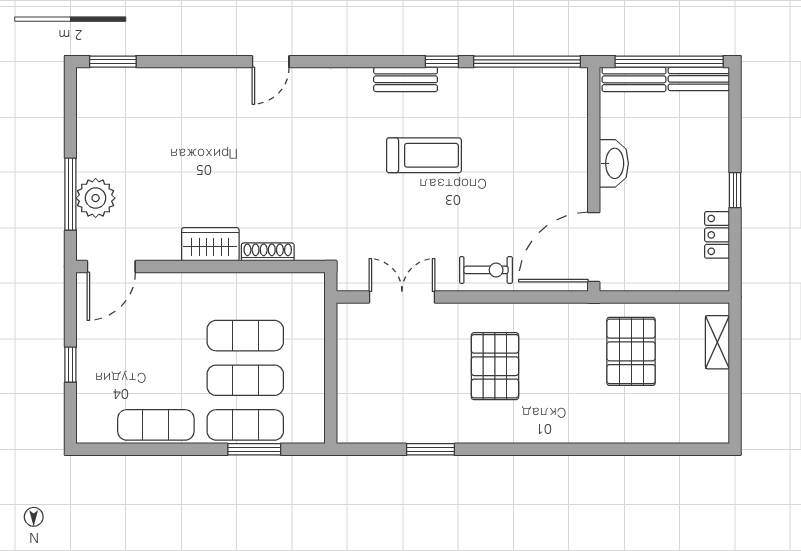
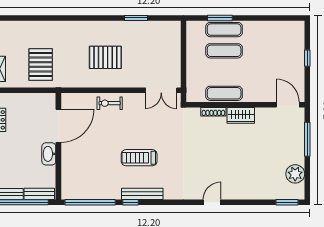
bench: (406, 79) -> (142, 194), width x1.36
plant: (96, 198) -> (295, 174), moved
door: (594, 247) -> (58, 126), moved
door: (111, 267) -> (288, 105), hinge flipped
double door: (402, 297) -> (161, 90), moved
exercise mat: (245, 336) -> (224, 93), moved
pallet: (495, 366) -> (105, 57), turned 90
exercise mat: (156, 425) -> (267, 30), removed

